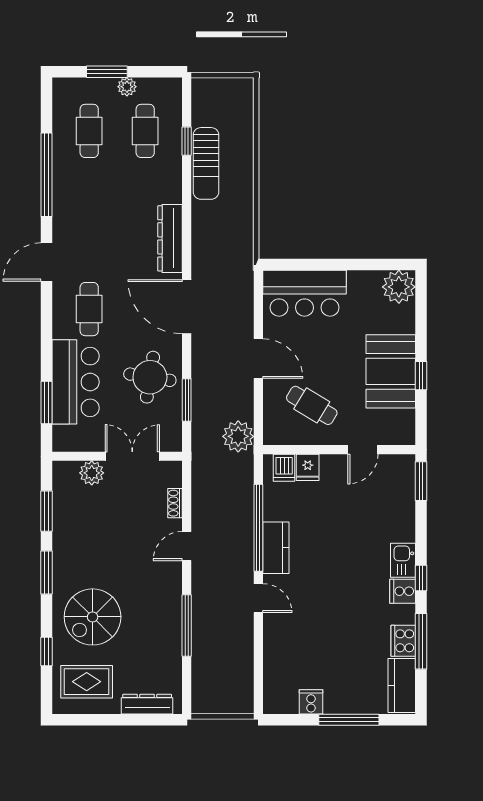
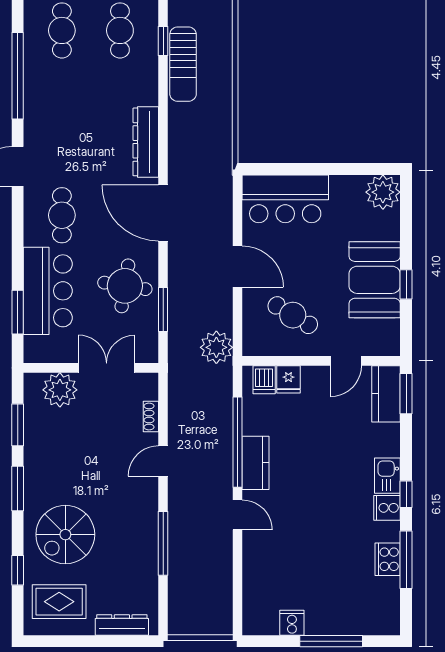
plant: (92, 473) -> (60, 390), width x1.36, depth x1.36
kitchen counter: (402, 685) -> (386, 394), moved

